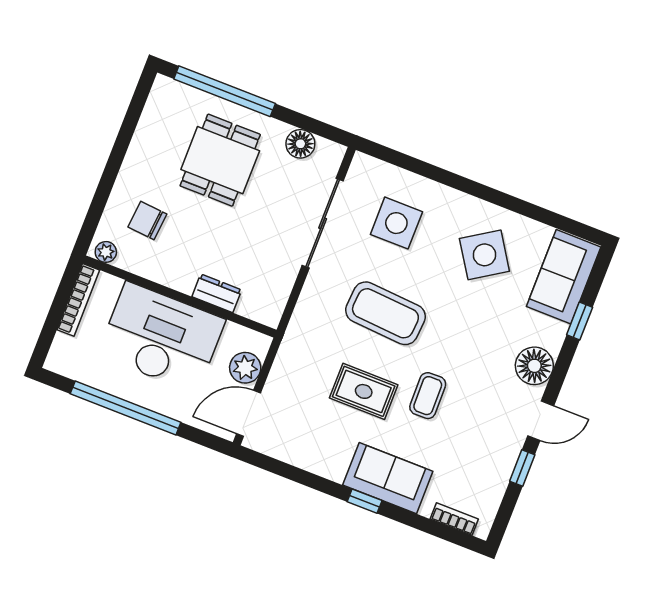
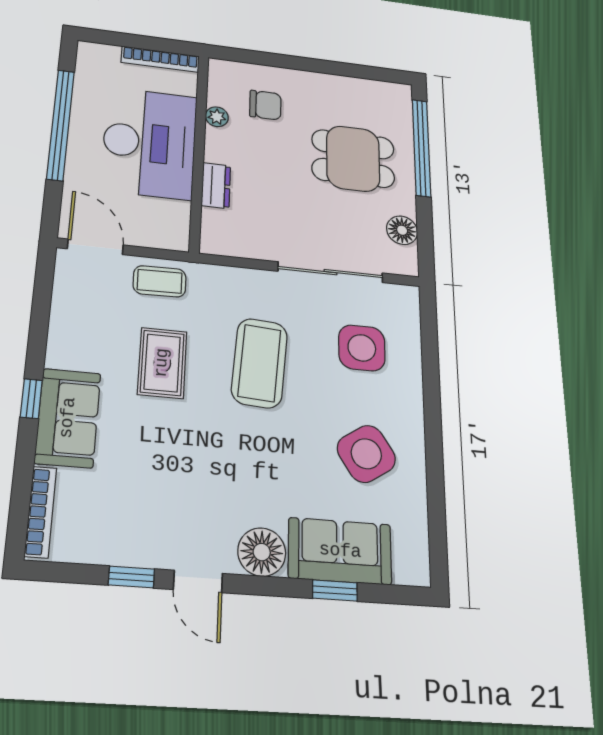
chair: (147, 220) -> (265, 105), turned 85
plant: (106, 252) -> (217, 117), moved
sofa: (564, 277) -> (340, 551), moved
plant: (245, 368) -> (146, 232), removed
coffee table: (428, 396) -> (160, 281), moved
bookcase: (454, 519) -> (41, 512), width x1.56

